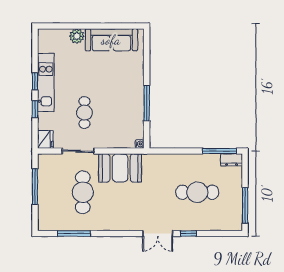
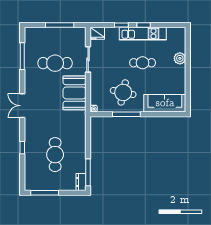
sofa: (111, 40) -> (165, 103), moved, turned 90
round table: (119, 107) -> (123, 92), added
cafe table: (84, 113) -> (143, 63), moved
double door: (158, 233) -> (22, 106), moved

